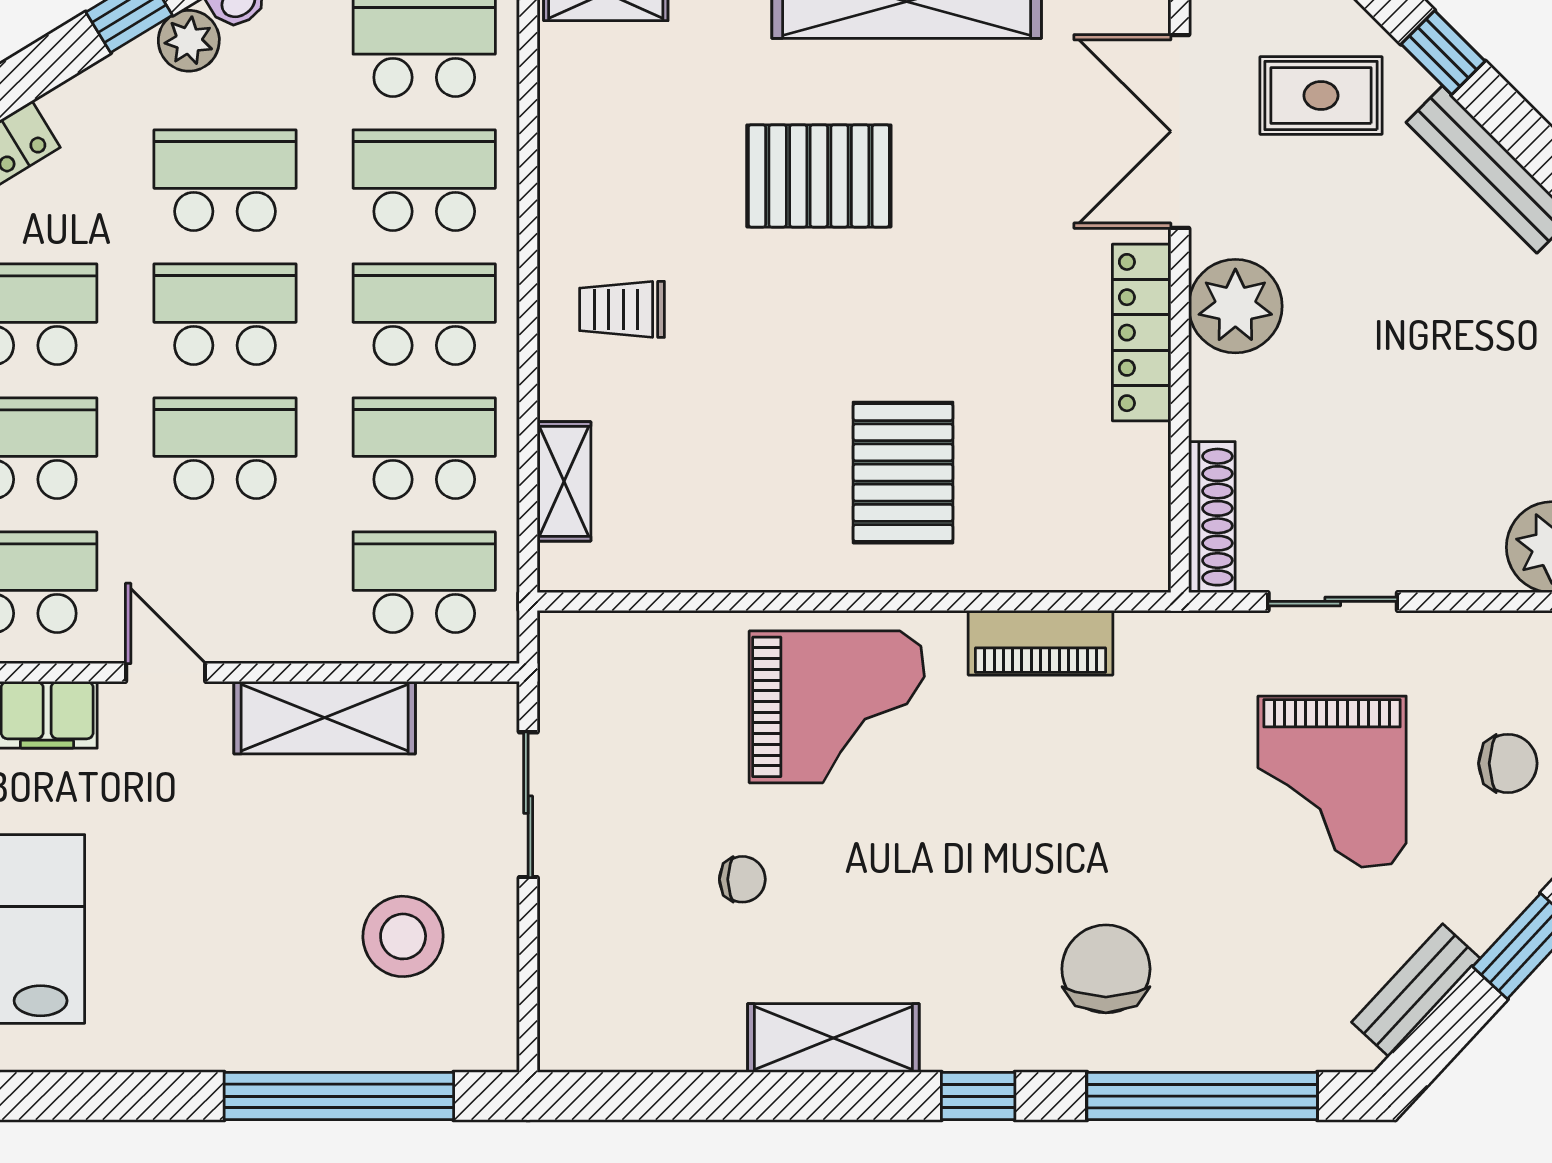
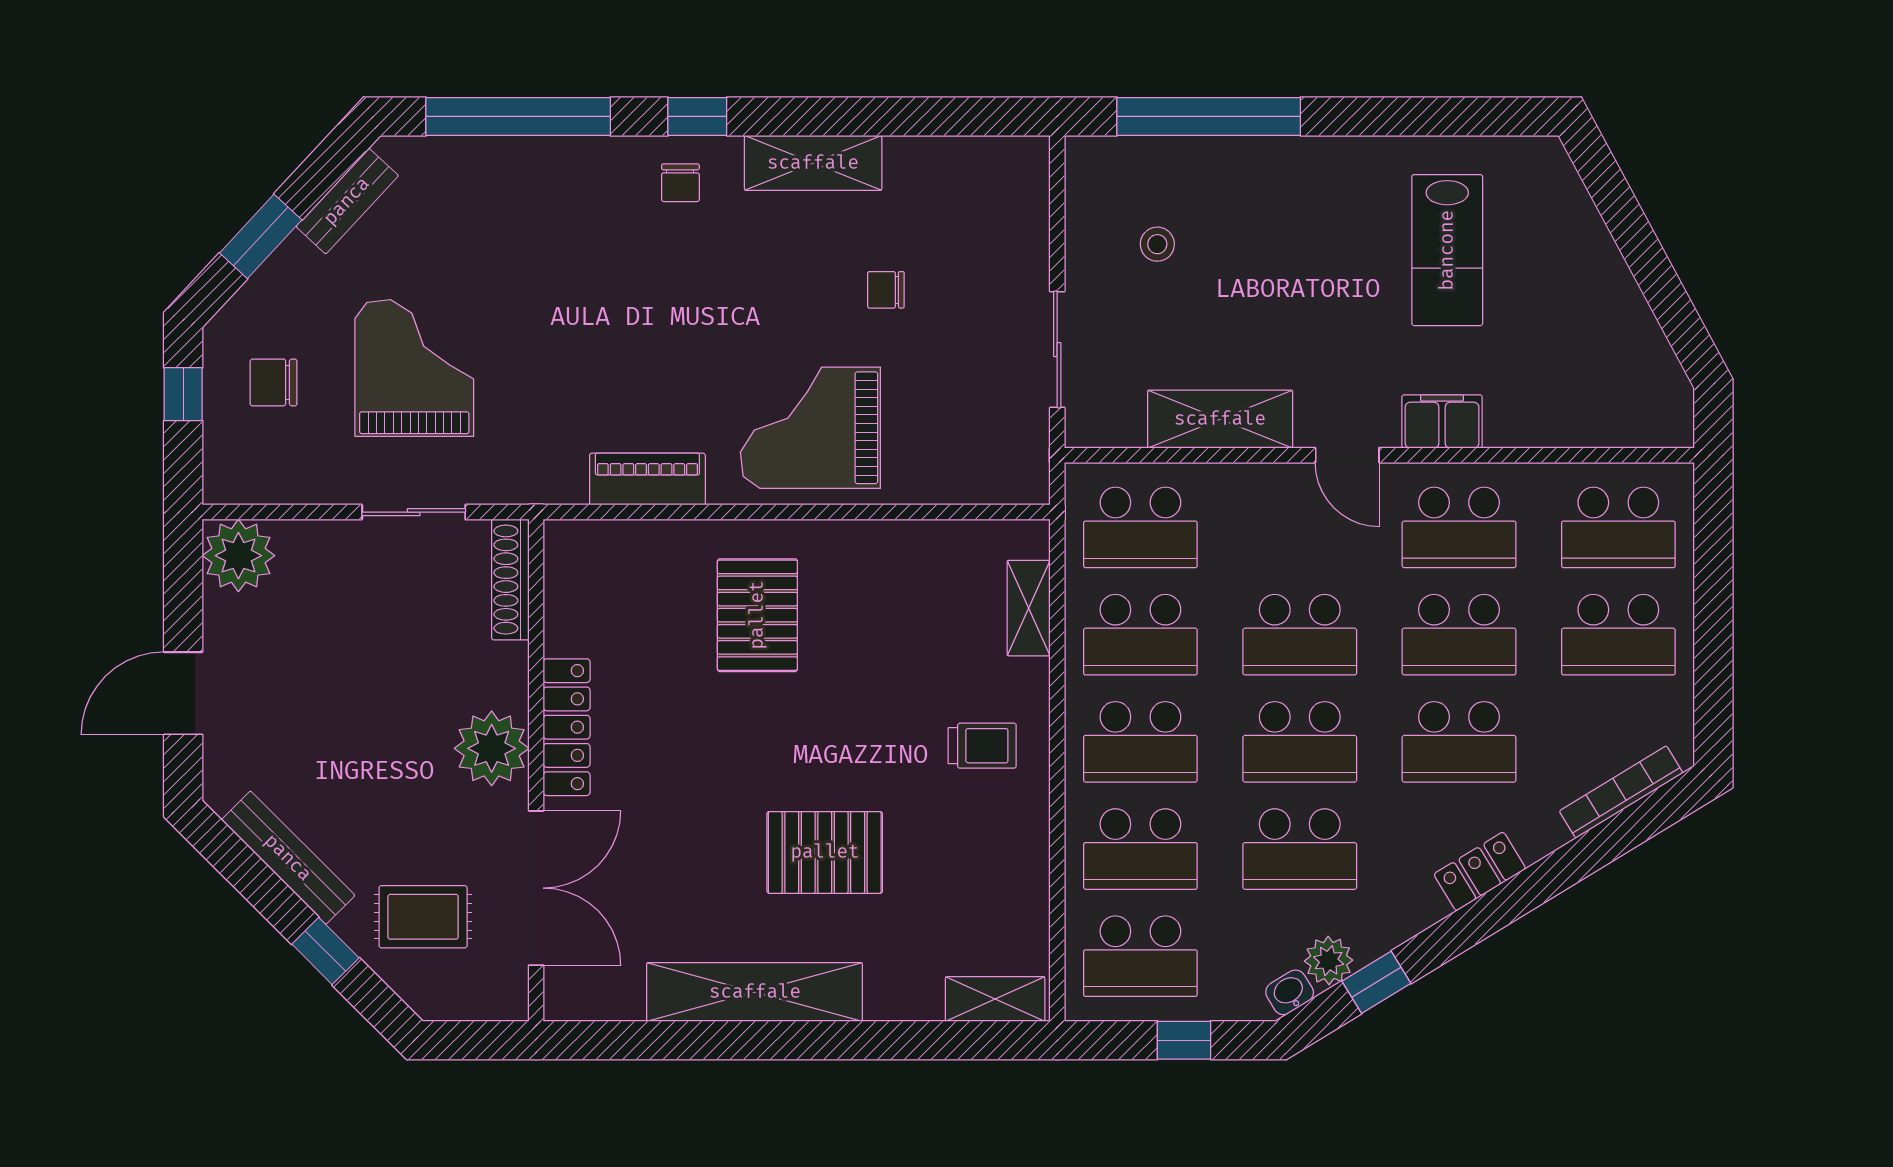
stool: (403, 936) -> (1157, 244), width x0.53, depth x0.53
chair: (1106, 969) -> (680, 183), moved, width x0.54, depth x0.54

